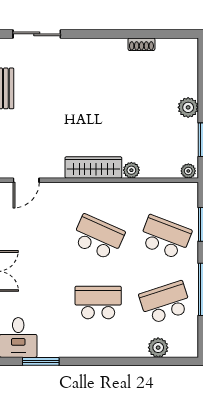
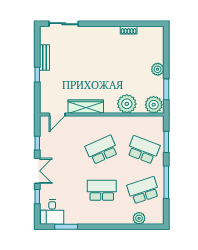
wardrobe: (93, 167) -> (86, 107), moved
plant: (131, 170) -> (127, 104), width x1.87, depth x1.87
plant: (188, 171) -> (154, 105), width x1.87, depth x1.87
school desk: (98, 237) -> (102, 150), turned -48

